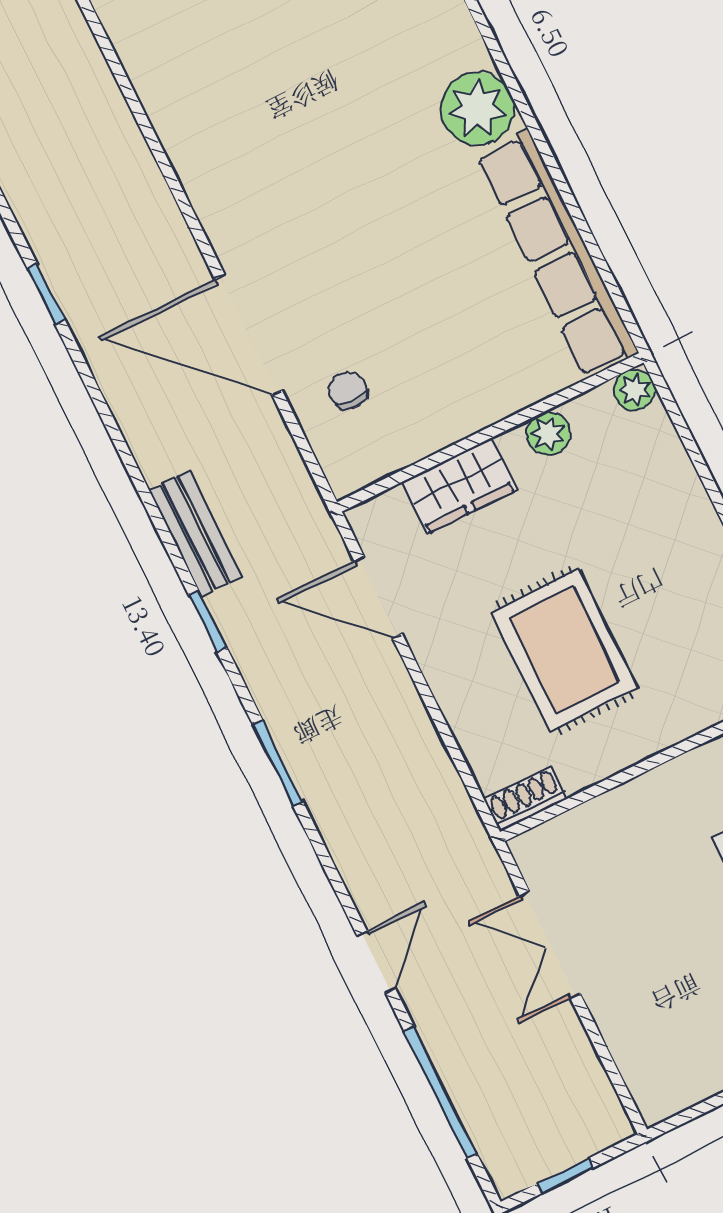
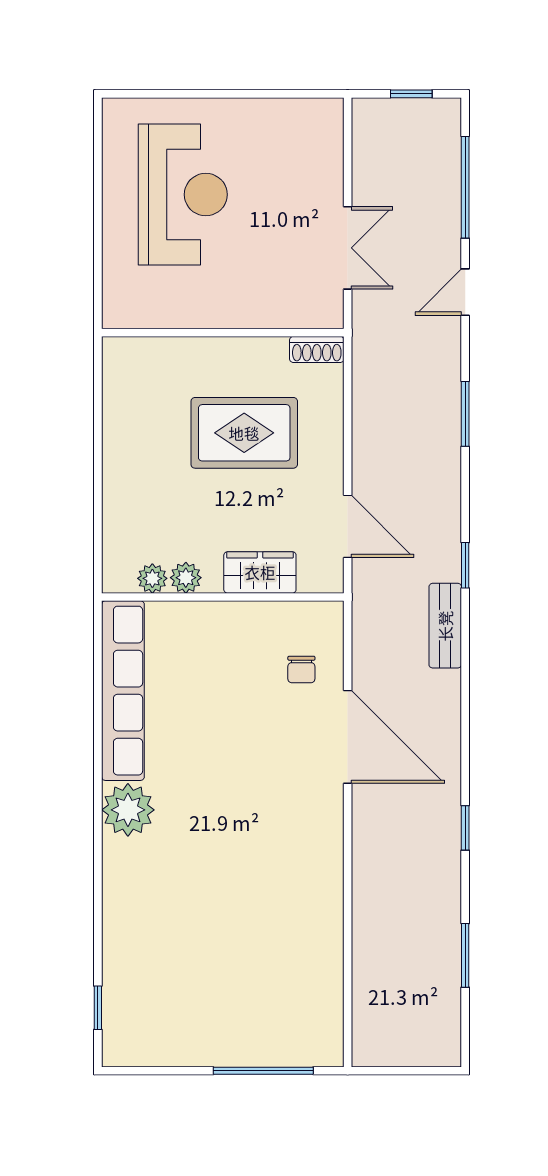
plant: (634, 390) -> (152, 578), moved
rug: (565, 650) -> (244, 433), turned 90
window: (278, 763) -> (465, 414), moved

